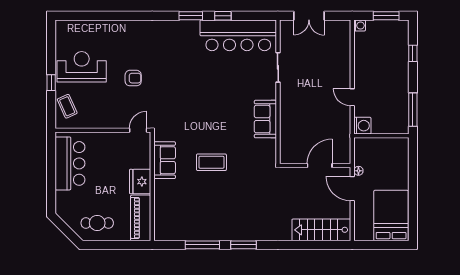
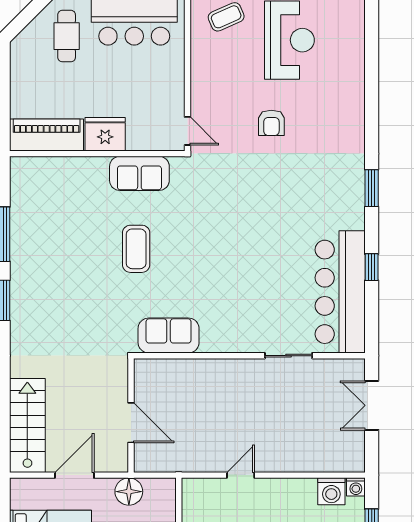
window: (191, 16) -> (372, 188), moved
sofa: (265, 119) -> (169, 335), moved
washing machine: (362, 126) -> (331, 491), moved
floor lamp: (358, 171) -> (129, 492), width x1.89, depth x1.89
door: (352, 189) -> (74, 475), moved
cafe table: (97, 223) -> (67, 36), moved

